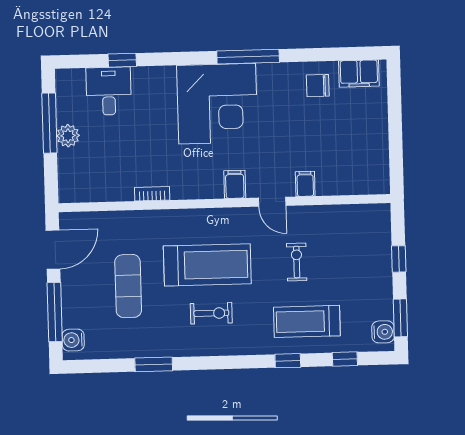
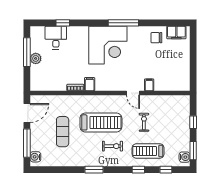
filing cabinet: (235, 184) -> (90, 84), moved
exercise bike: (211, 313) -> (112, 146), moved
window: (154, 364) -> (94, 170), moved

